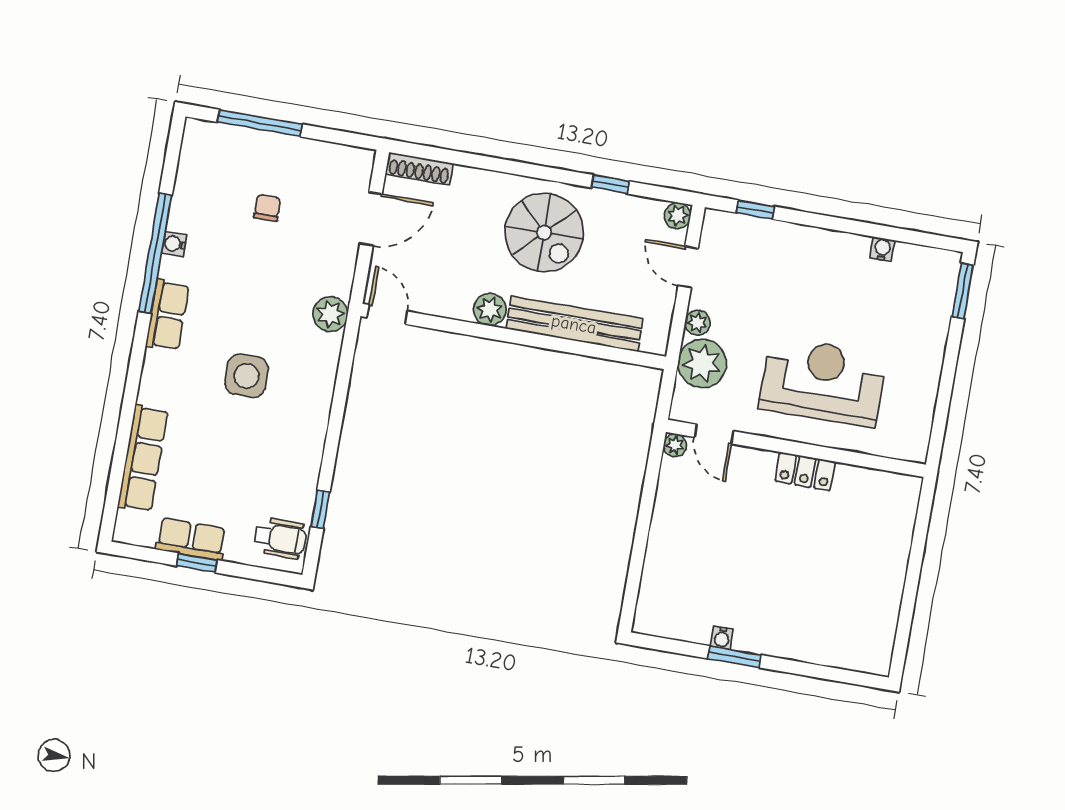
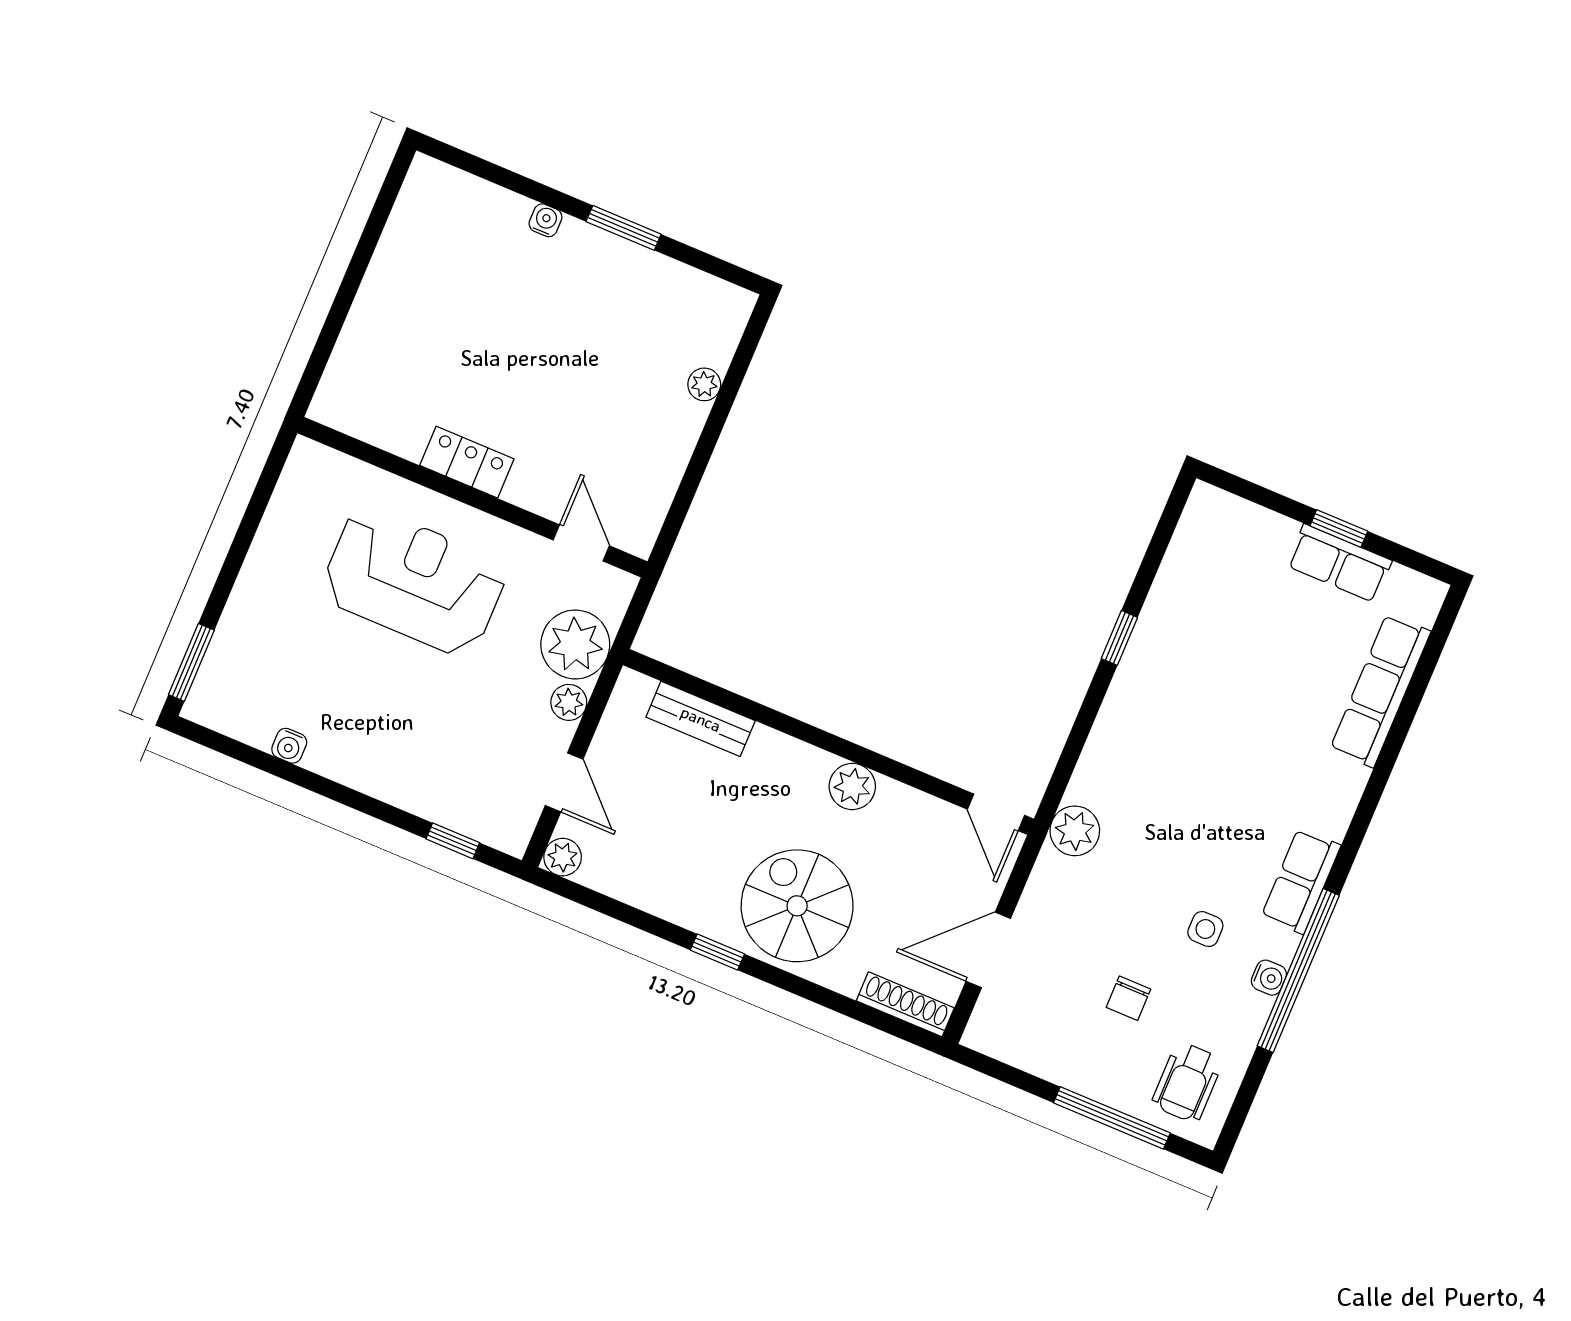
window: (610, 184) -> (717, 952), moved
spiral stairs: (544, 232) -> (797, 906), moved
bench: (574, 324) -> (701, 719), width x0.54, depth x0.82
side table: (246, 376) -> (1205, 929), moved, width x0.54, depth x0.54
reception desk: (823, 382) -> (414, 581), turned 180
plant: (675, 445) -> (704, 384), moved
window: (320, 509) -> (1119, 638), moved
wheelchair: (280, 538) -> (1187, 1082), moved, turned -90
water cooler: (722, 638) -> (546, 220), moved

